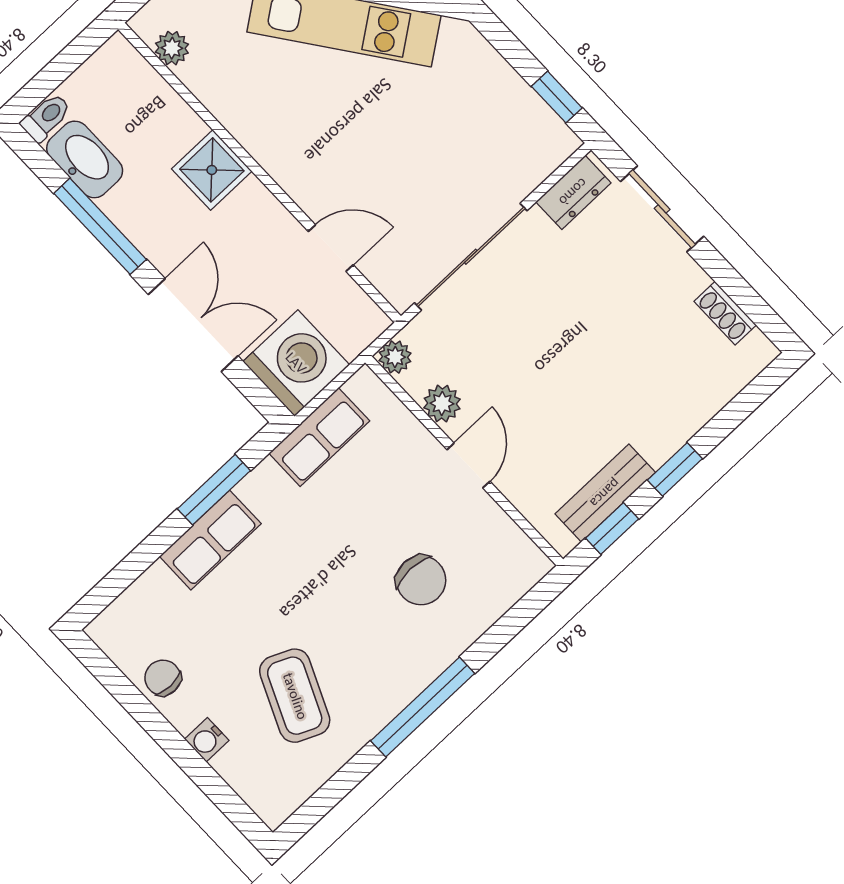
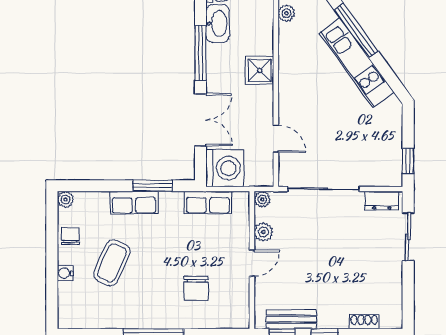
shoe rack: (725, 313) -> (364, 322), moved, turned 90
plant: (105, 630) -> (66, 199), added
coffee table: (295, 696) -> (112, 263), moved

